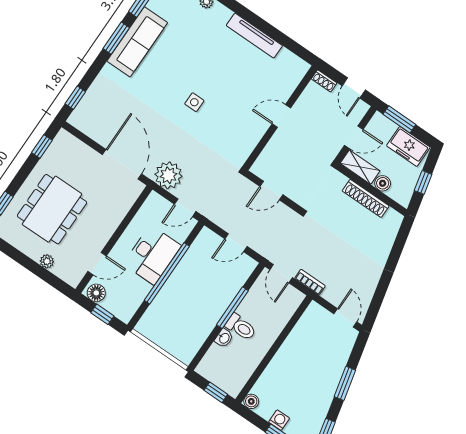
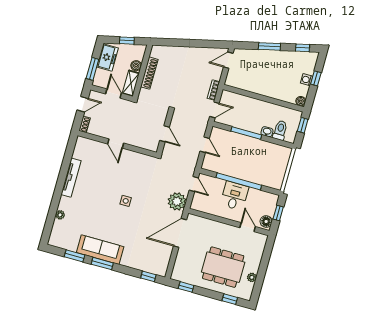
desk: (152, 255) -> (234, 196), width x0.73
plant: (47, 261) -> (252, 277), moved
toilet: (241, 327) -> (280, 130), moved

